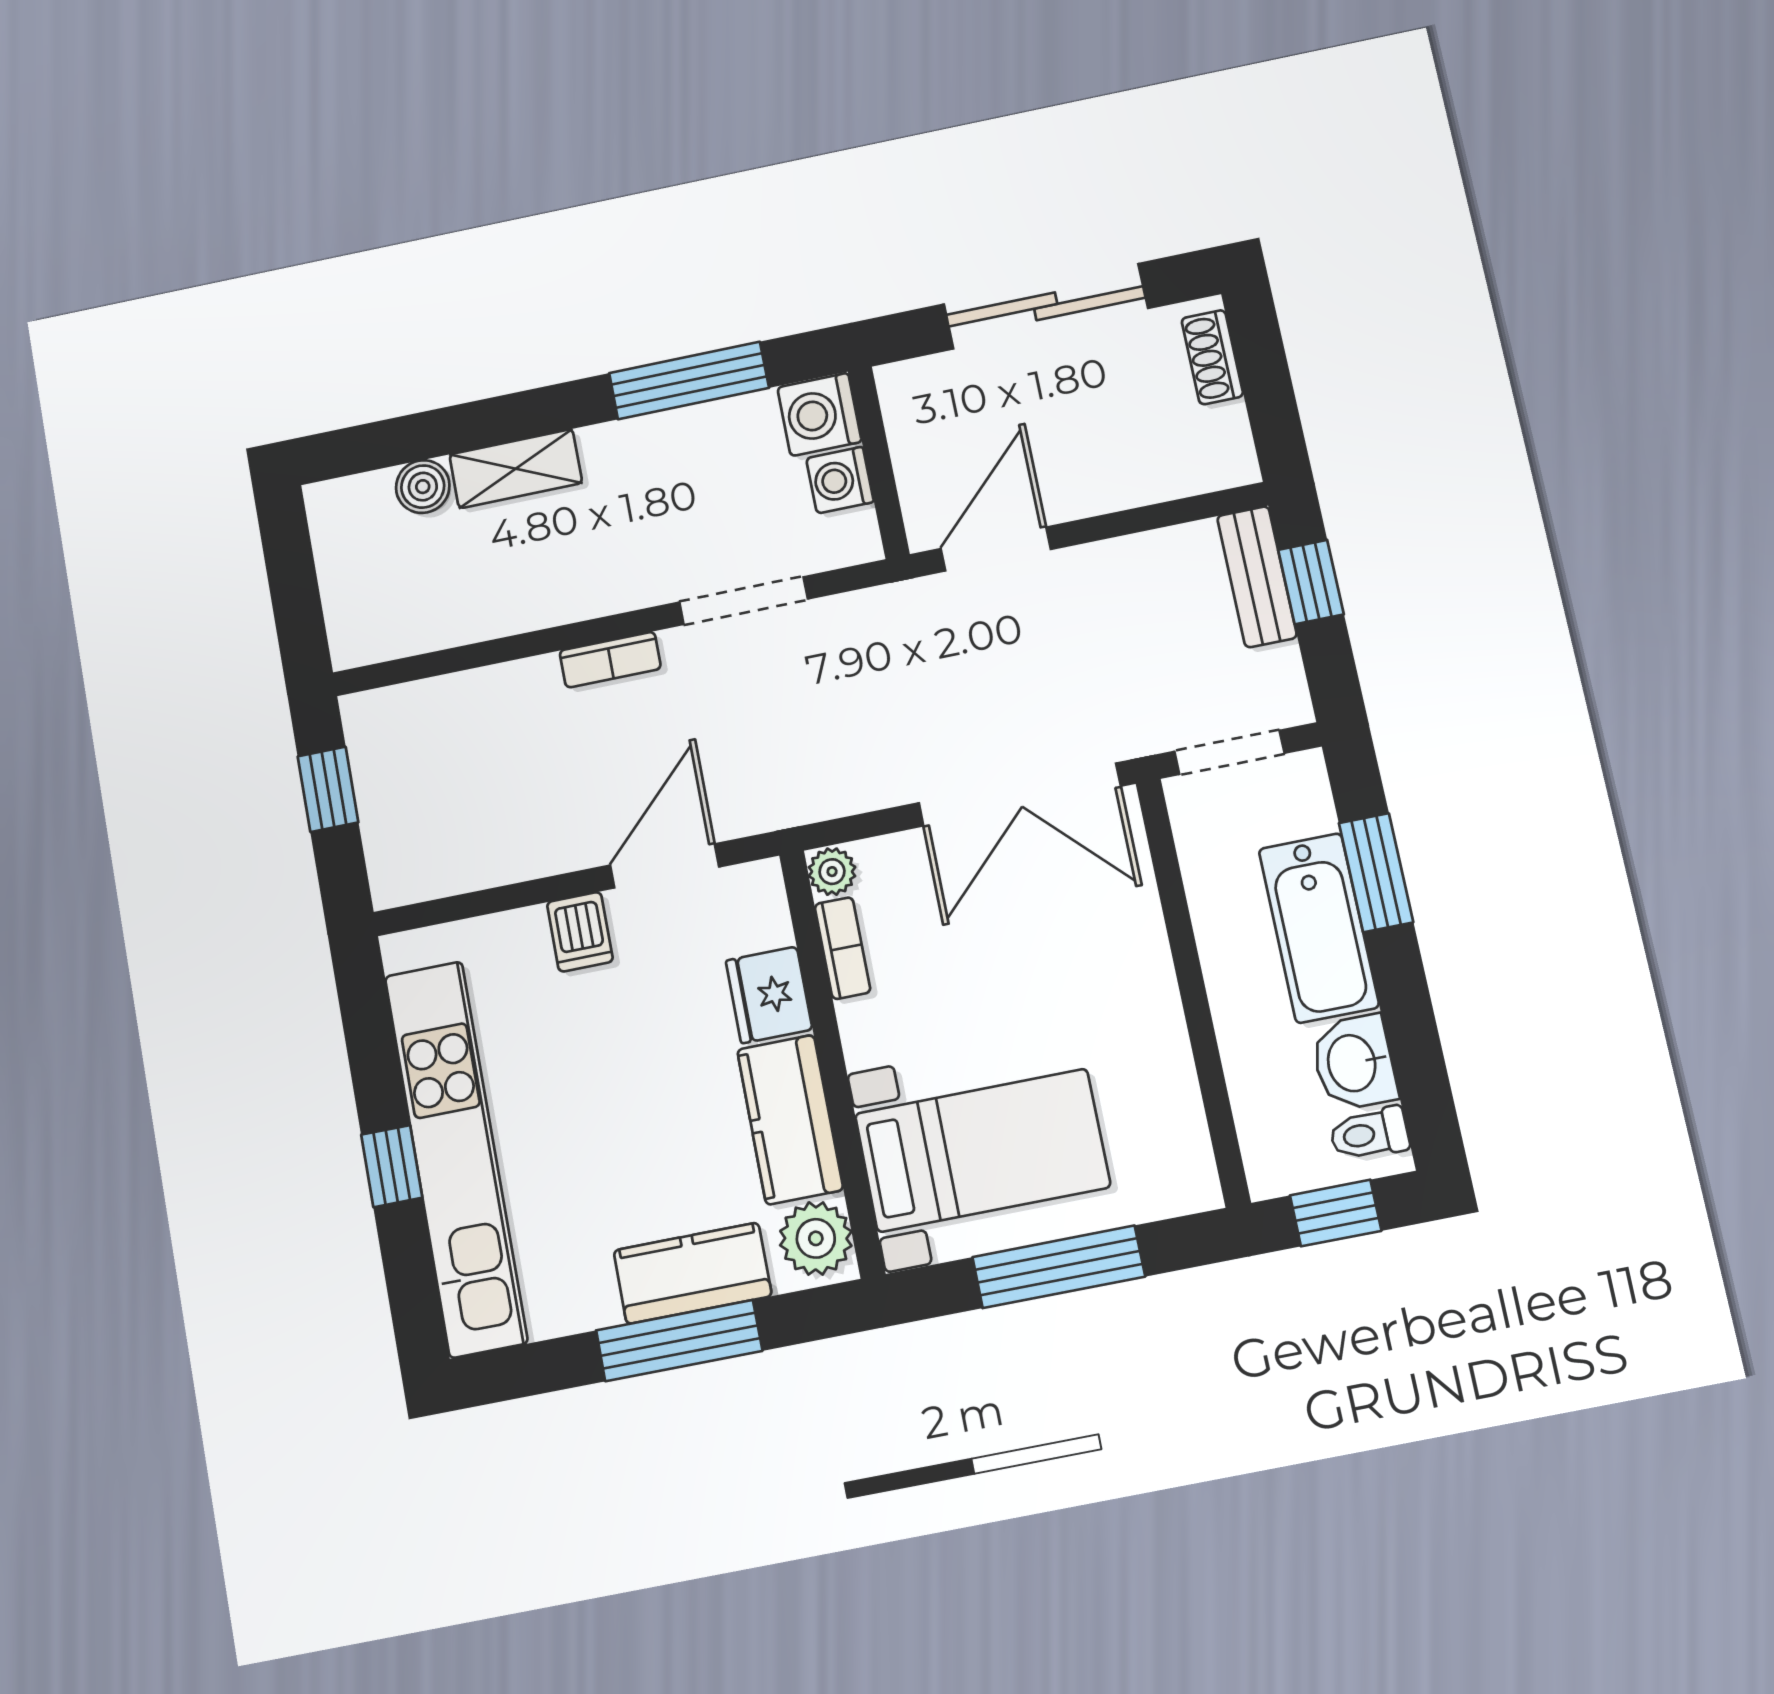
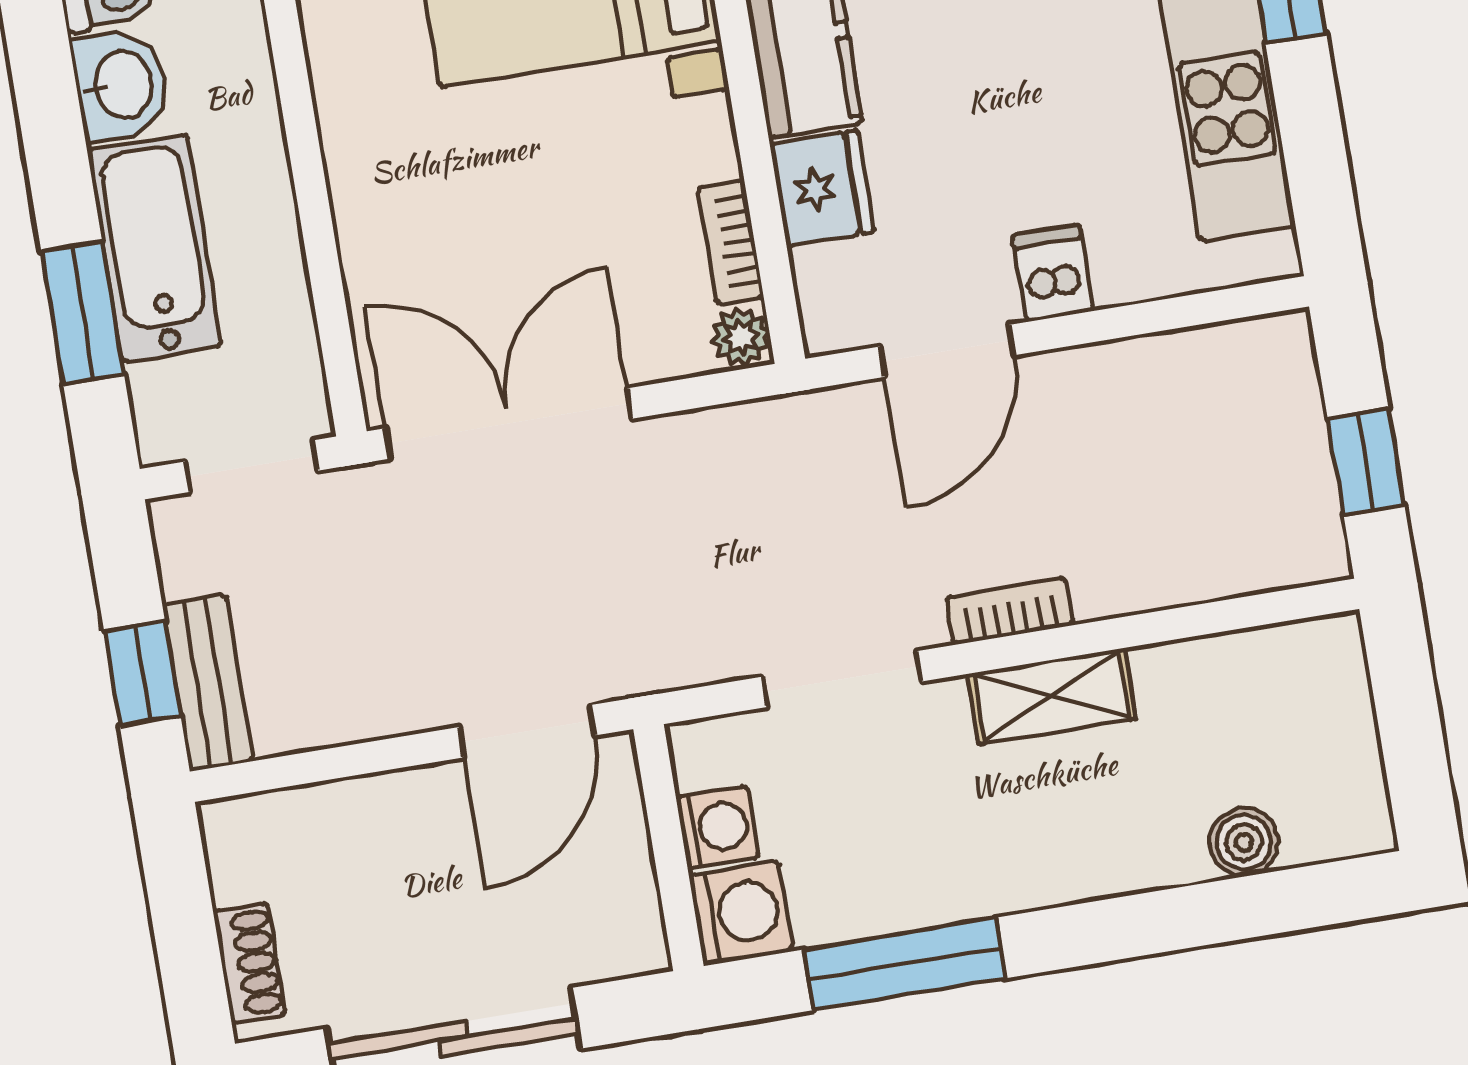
shelving: (516, 469) -> (1052, 696), moved

